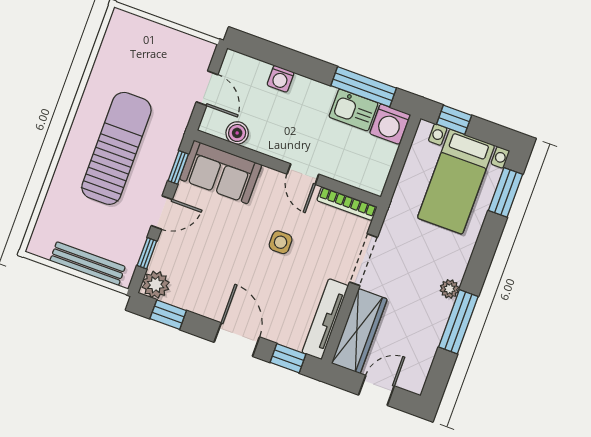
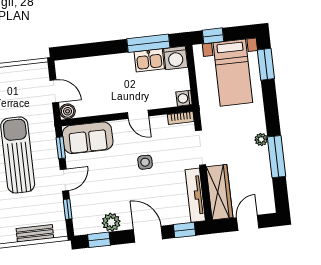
washing machine: (281, 79) -> (184, 98), moved, turned 90
boiler: (237, 133) -> (68, 111), moved
bookcase: (347, 204) -> (181, 118), width x0.64
bench: (88, 264) -> (35, 233), width x0.73
plant: (156, 285) -> (111, 222), moved

